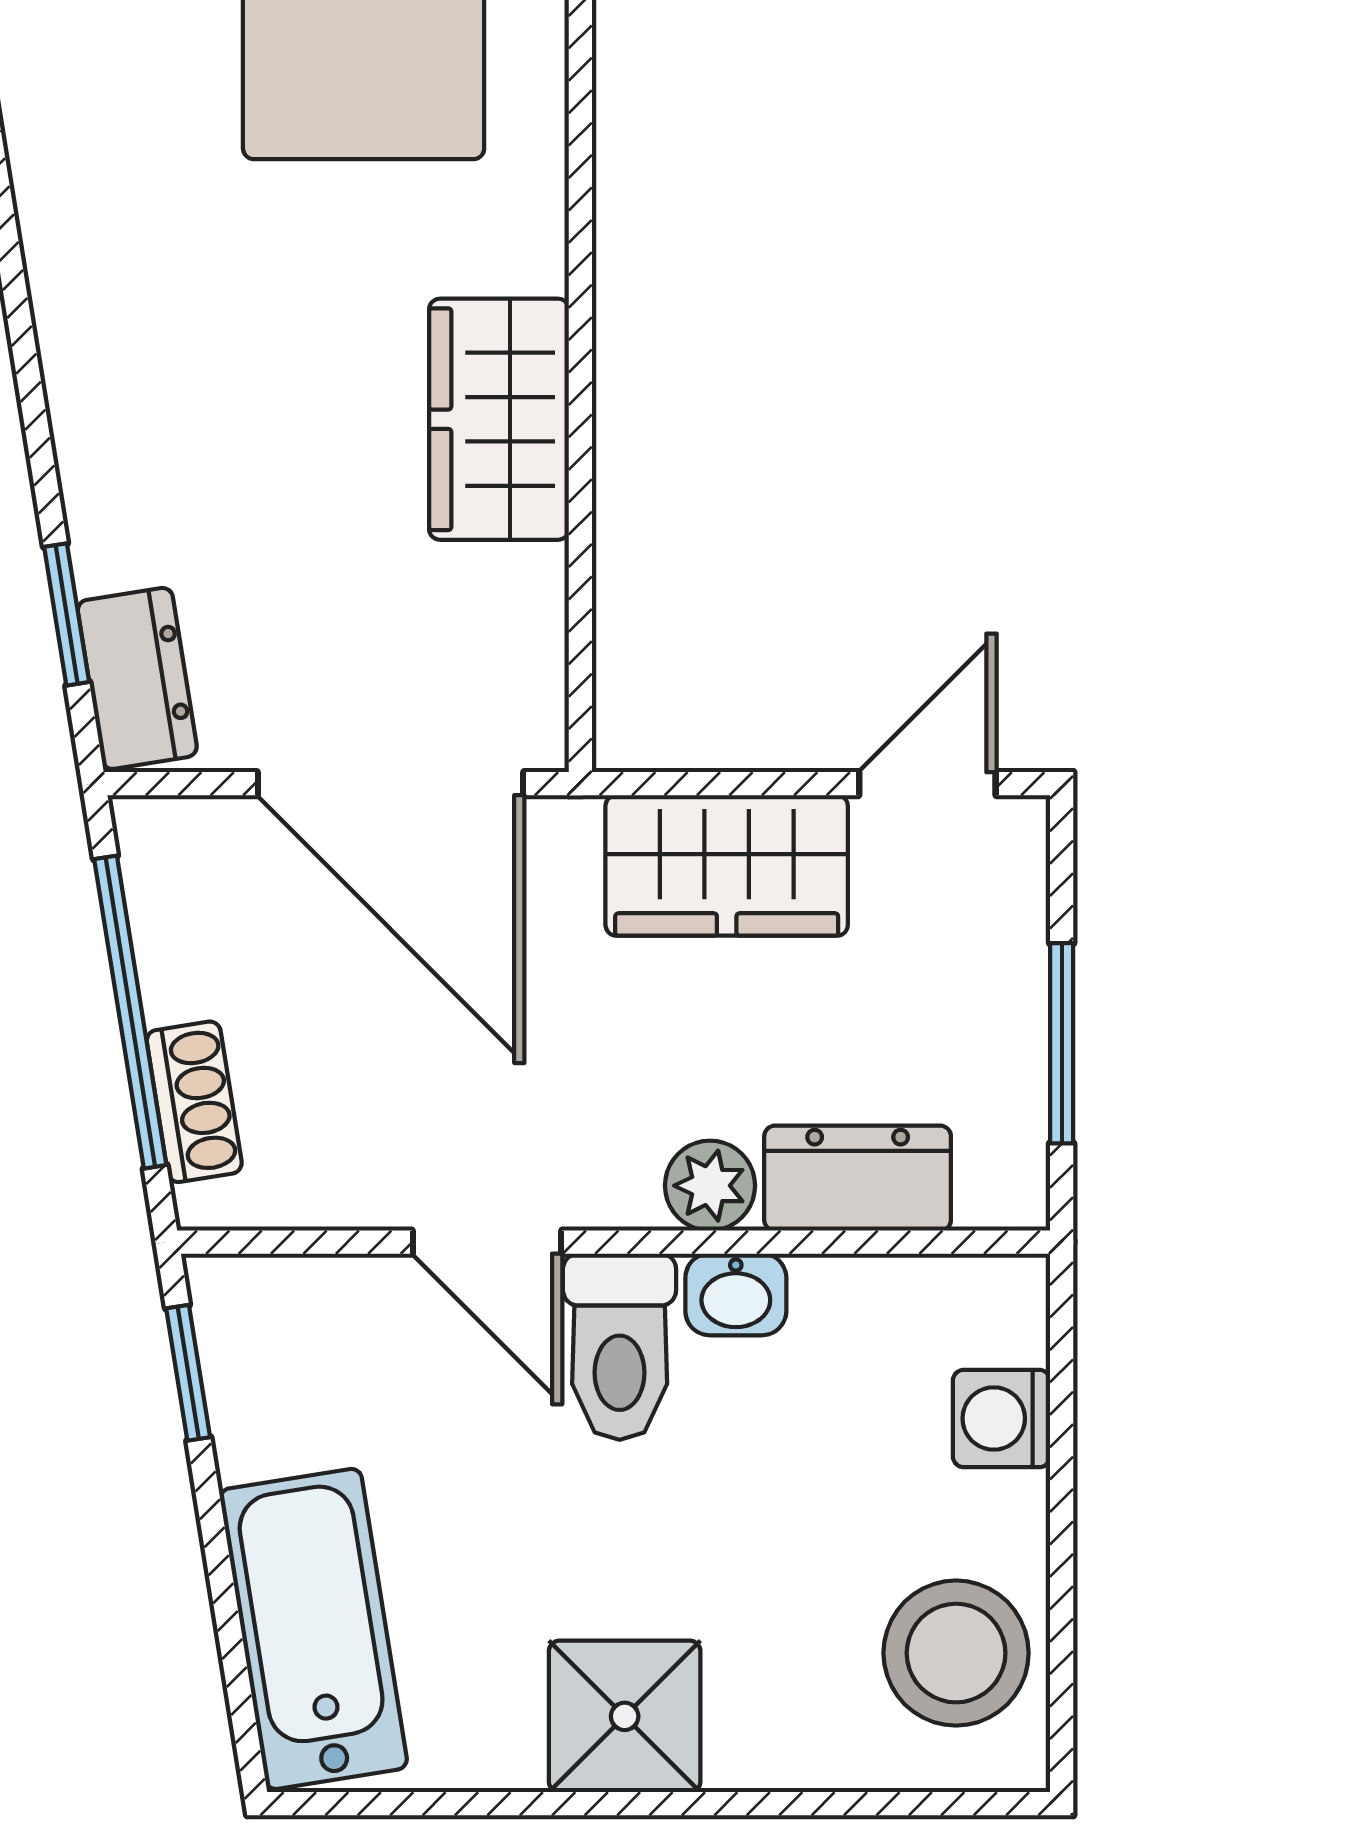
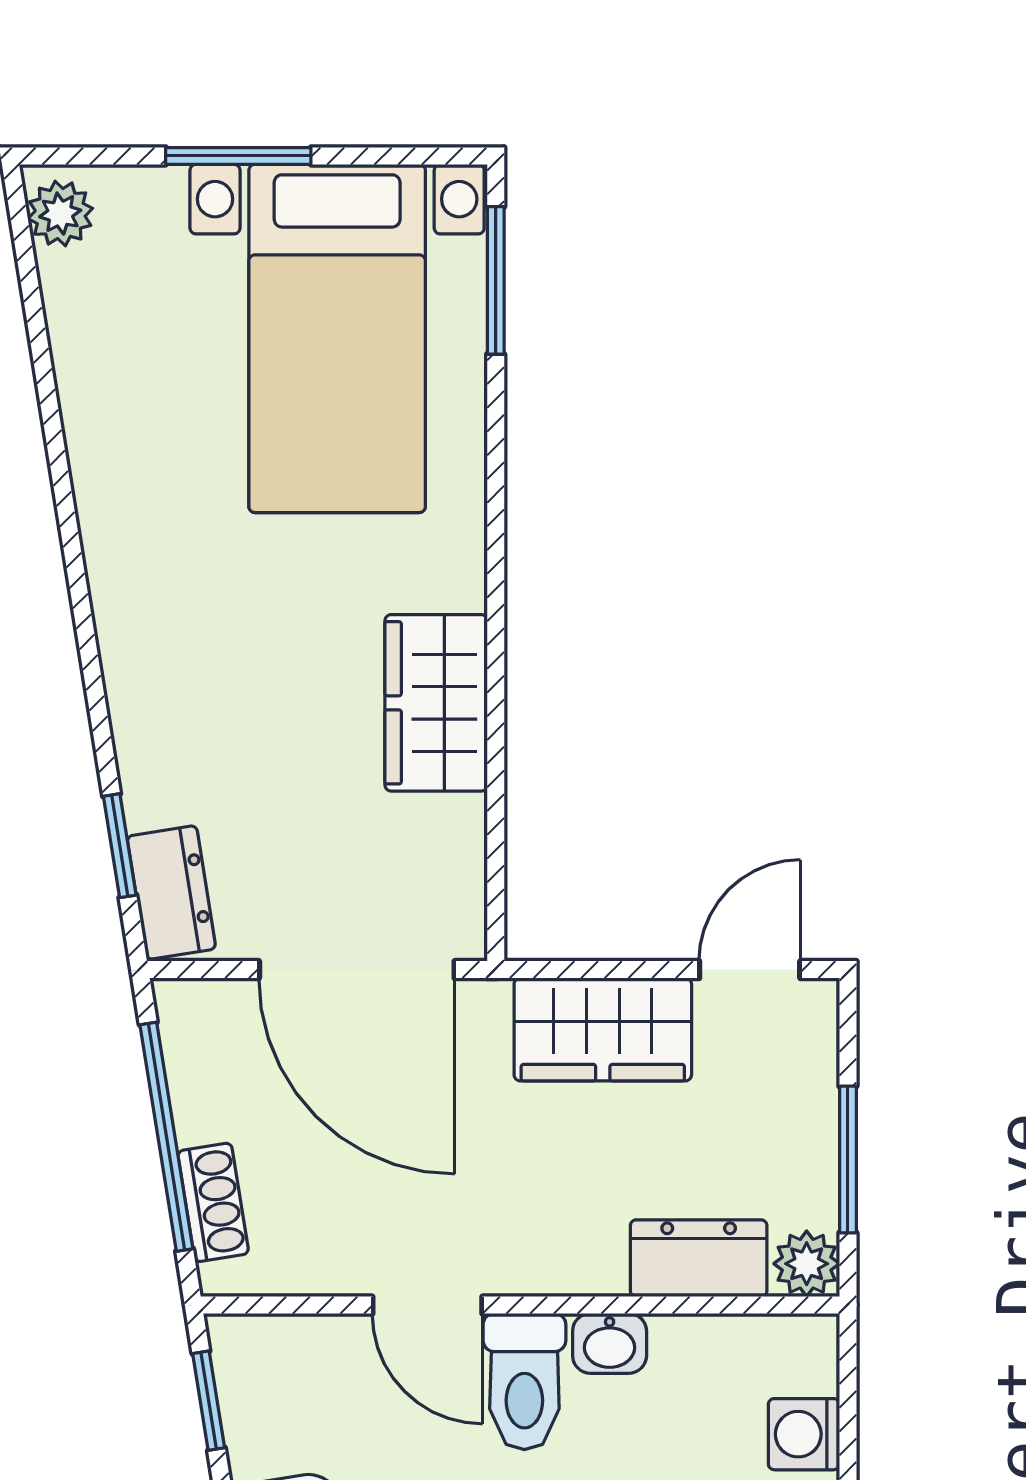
plant: (710, 1186) -> (807, 1264), moved

